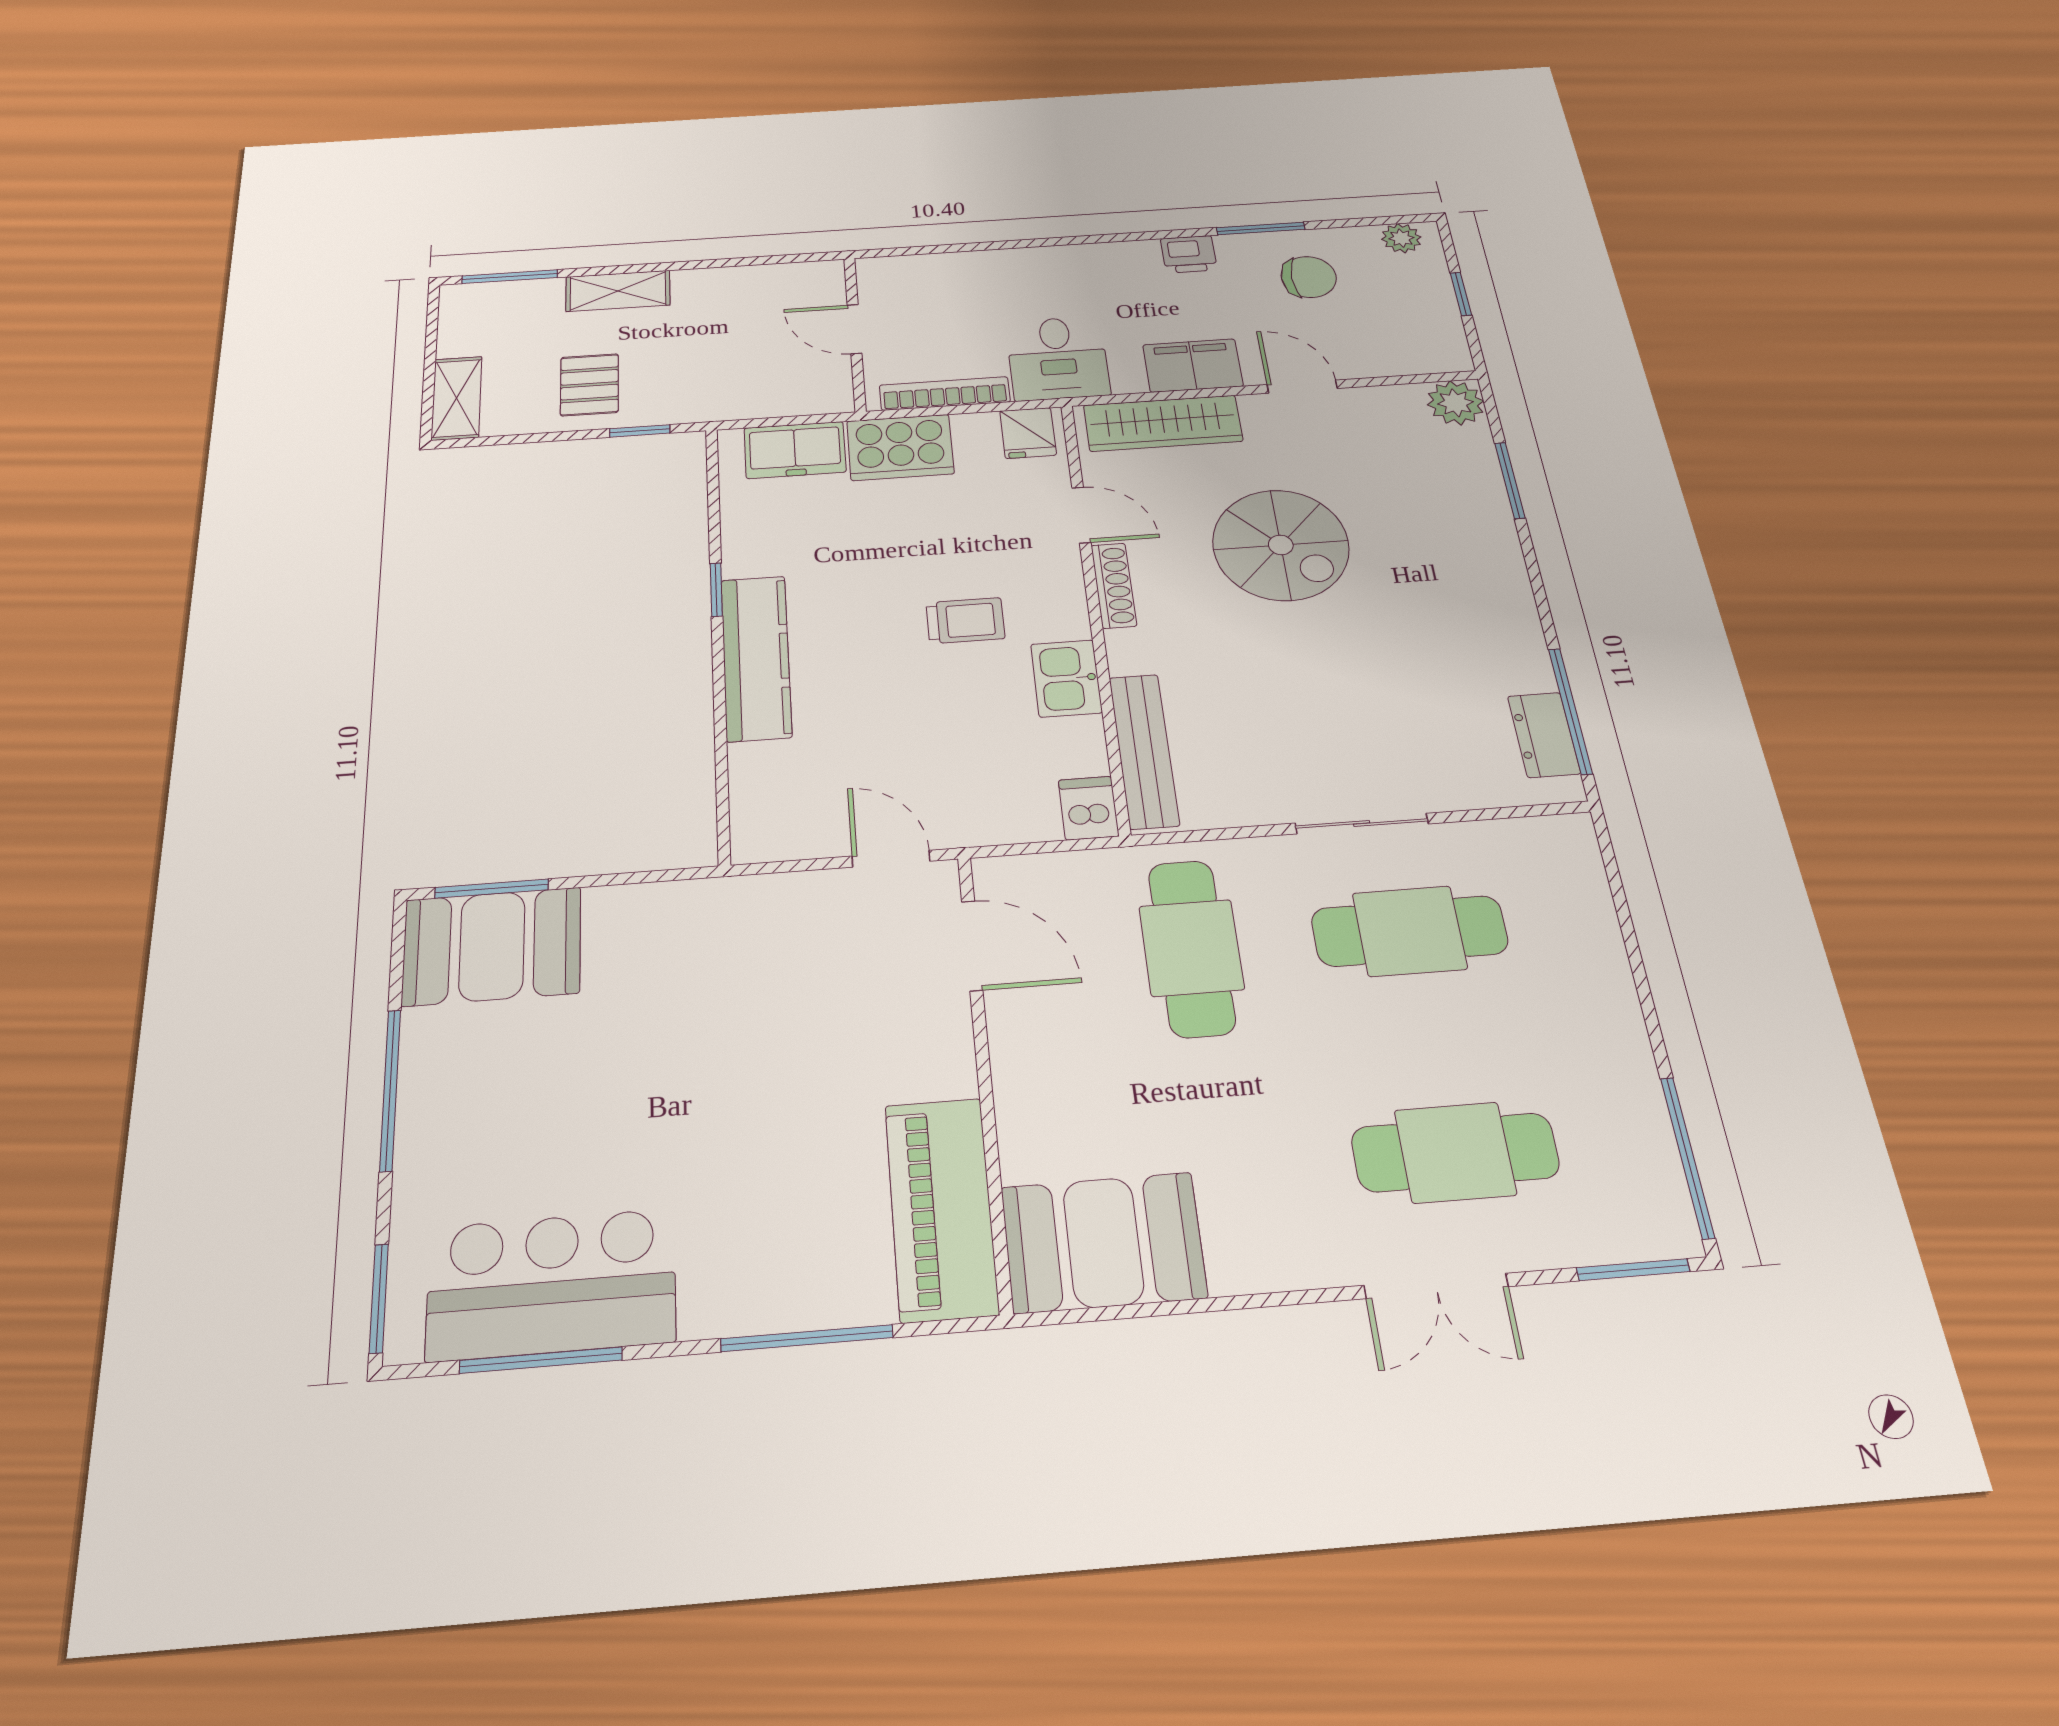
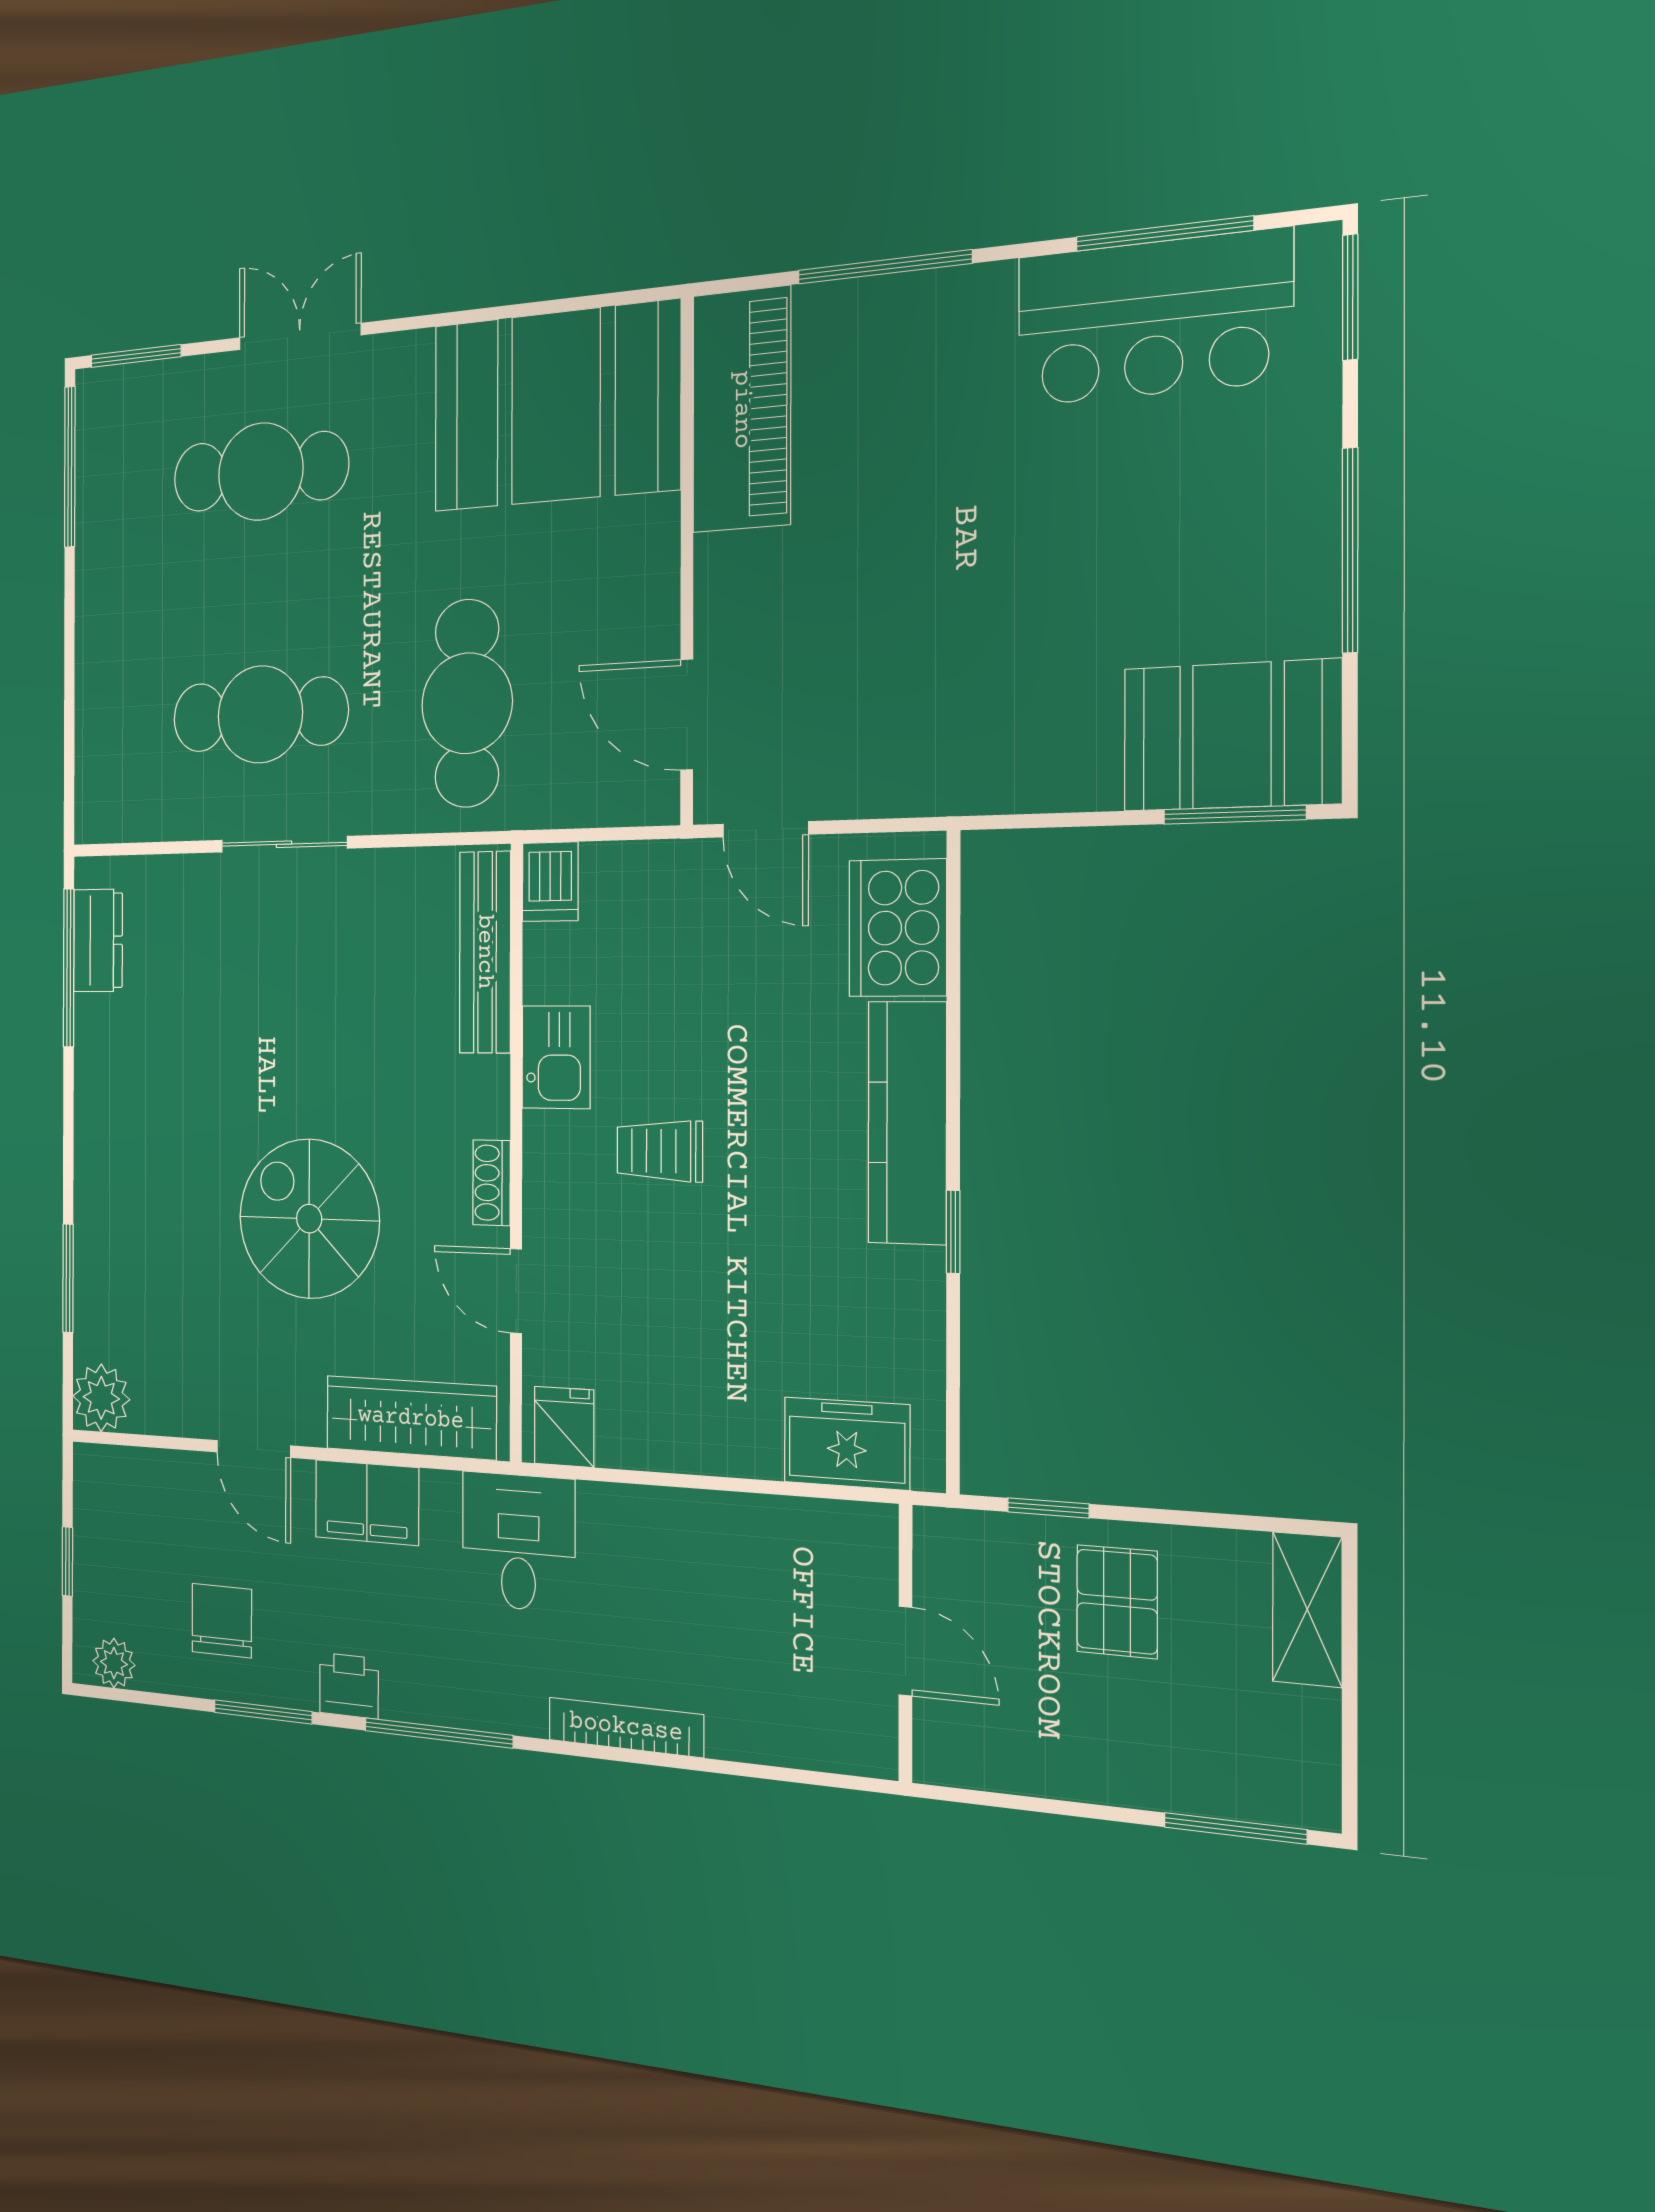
window: (1108, 238) -> (438, 1733), added
chair: (1309, 277) -> (222, 1621), turned 90
shelving: (618, 291) -> (1077, 1769), removed
door: (854, 329) -> (905, 1651), moved
wall: (855, 334) -> (905, 1643), moved
bookcase: (945, 394) -> (626, 1727), moved, turned 180
cooker: (900, 447) -> (898, 928), moved, turned -90
shoe rack: (1114, 585) -> (492, 1183), width x0.70
booth: (1103, 1242) -> (556, 407), width x1.36, depth x1.42

